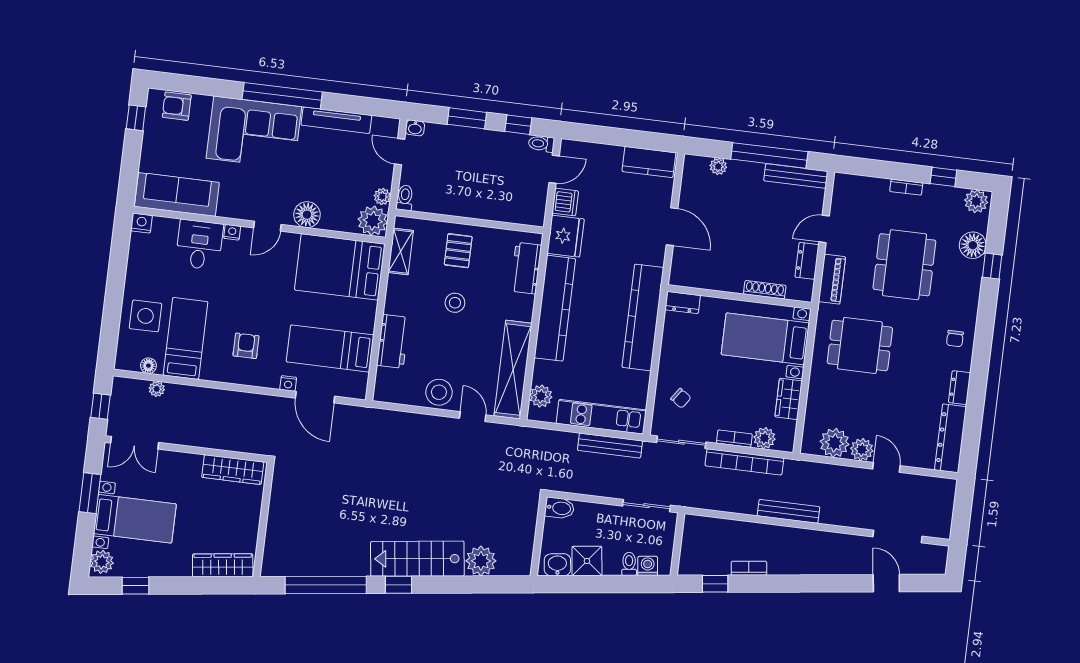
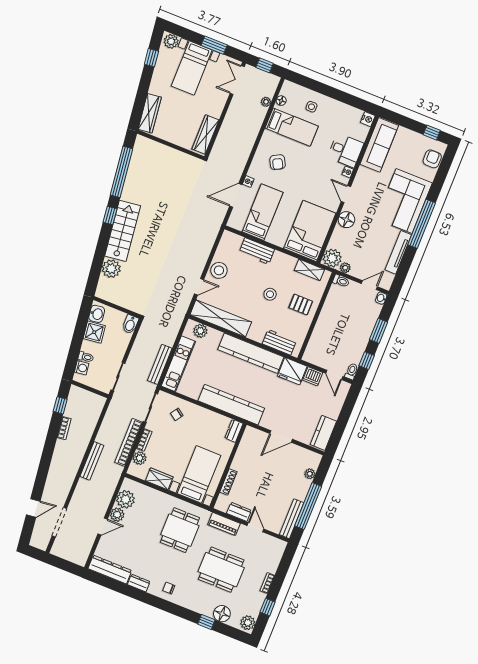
side table: (146, 316) -> (311, 107), width x0.54, depth x0.54
armchair: (246, 346) -> (278, 162), turned 62

